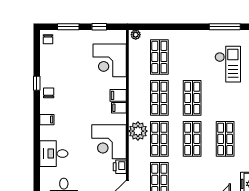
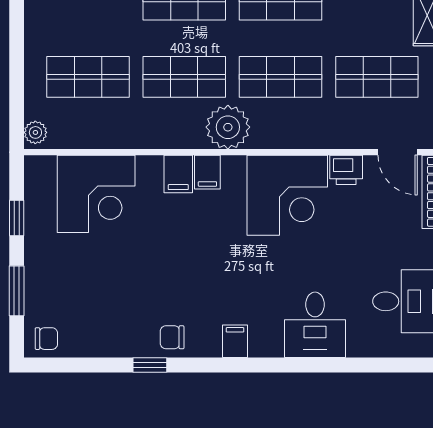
plant: (138, 131) -> (228, 127), moved

